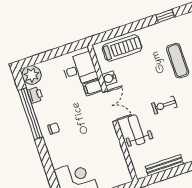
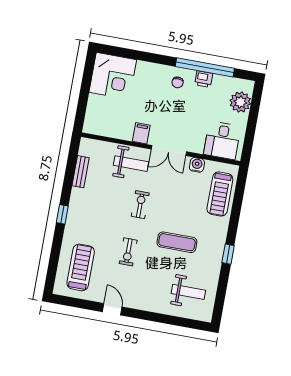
plant: (32, 75) -> (240, 102), moved
filing cabinet: (93, 87) -> (141, 133), moved
printer: (35, 95) -> (204, 79), moved
bench: (164, 165) -> (81, 172), width x0.73

